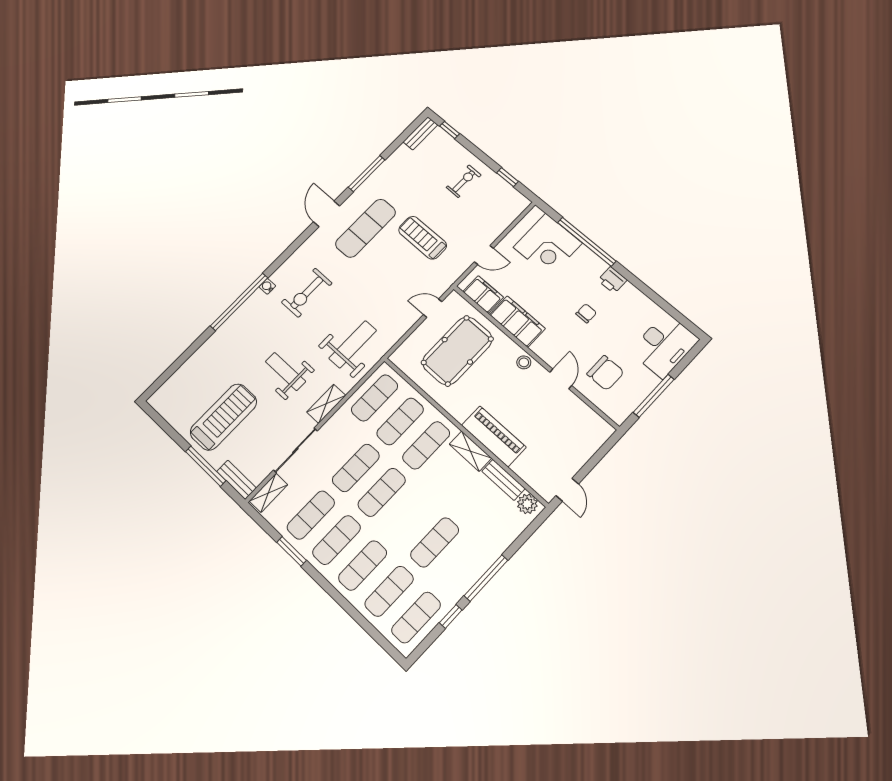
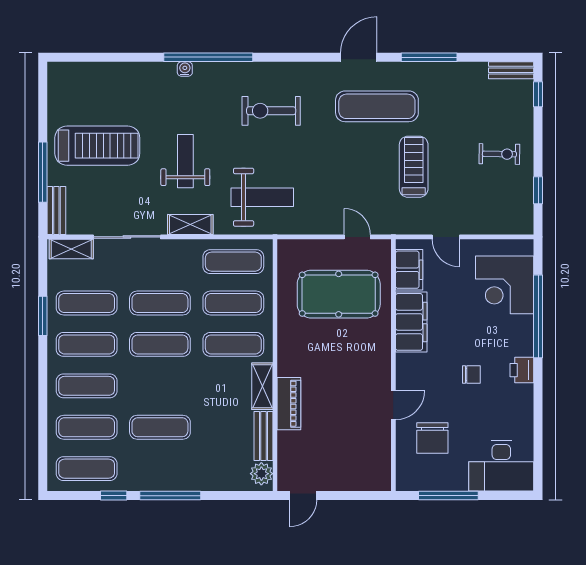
water cooler: (267, 286) -> (185, 69), moved
stool: (524, 362) -> (380, 361), removed
piano: (494, 436) -> (289, 404), width x0.73, depth x0.75

